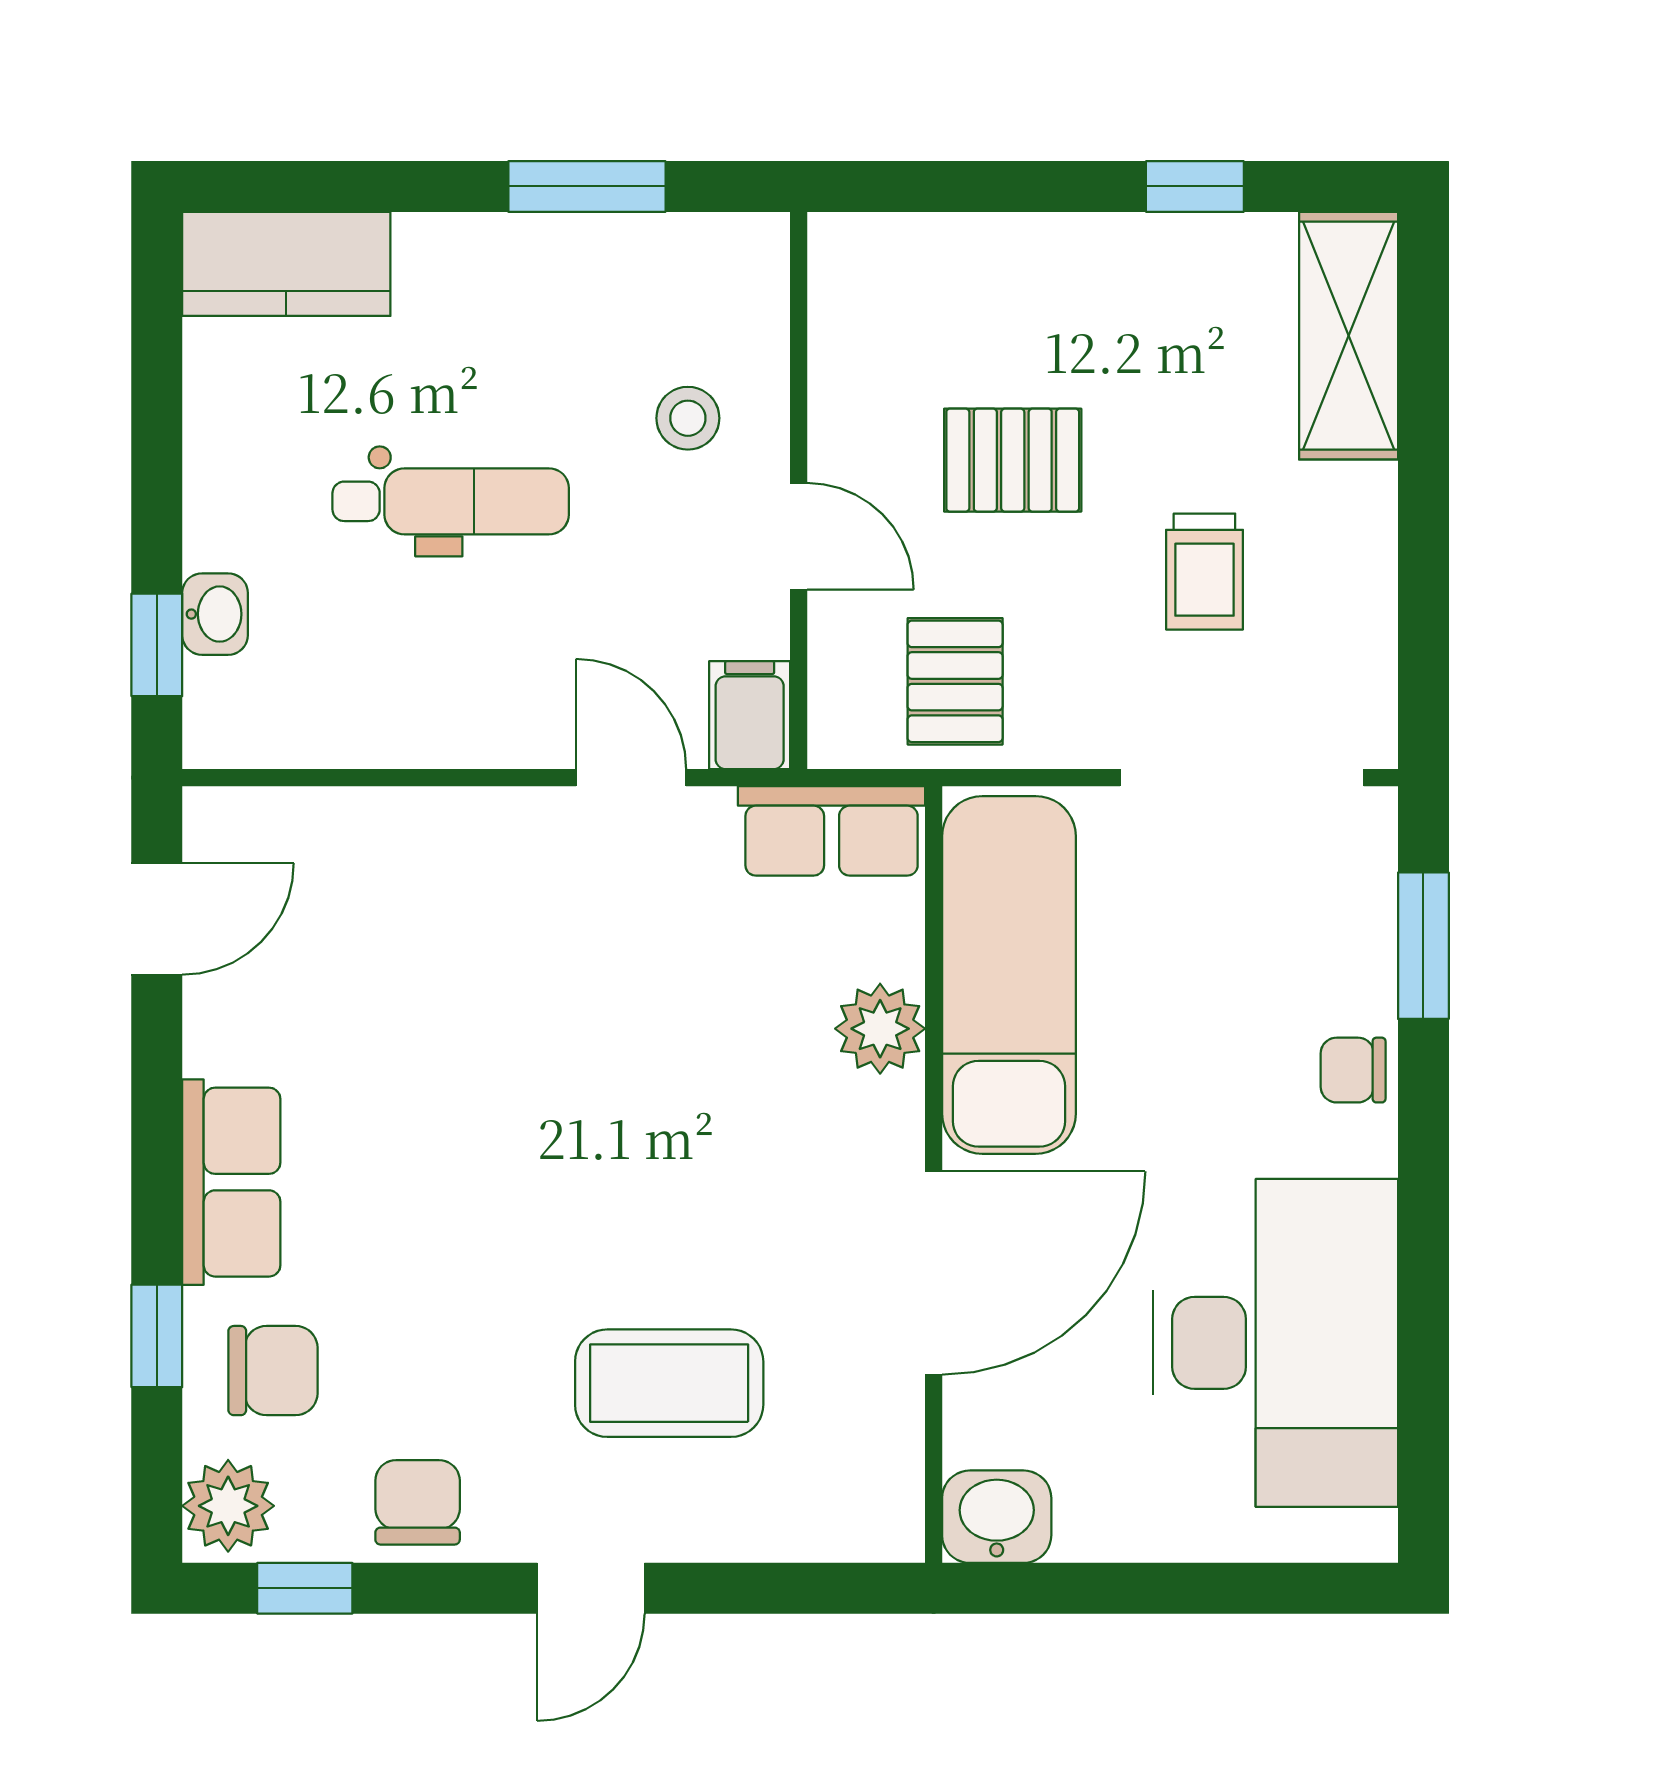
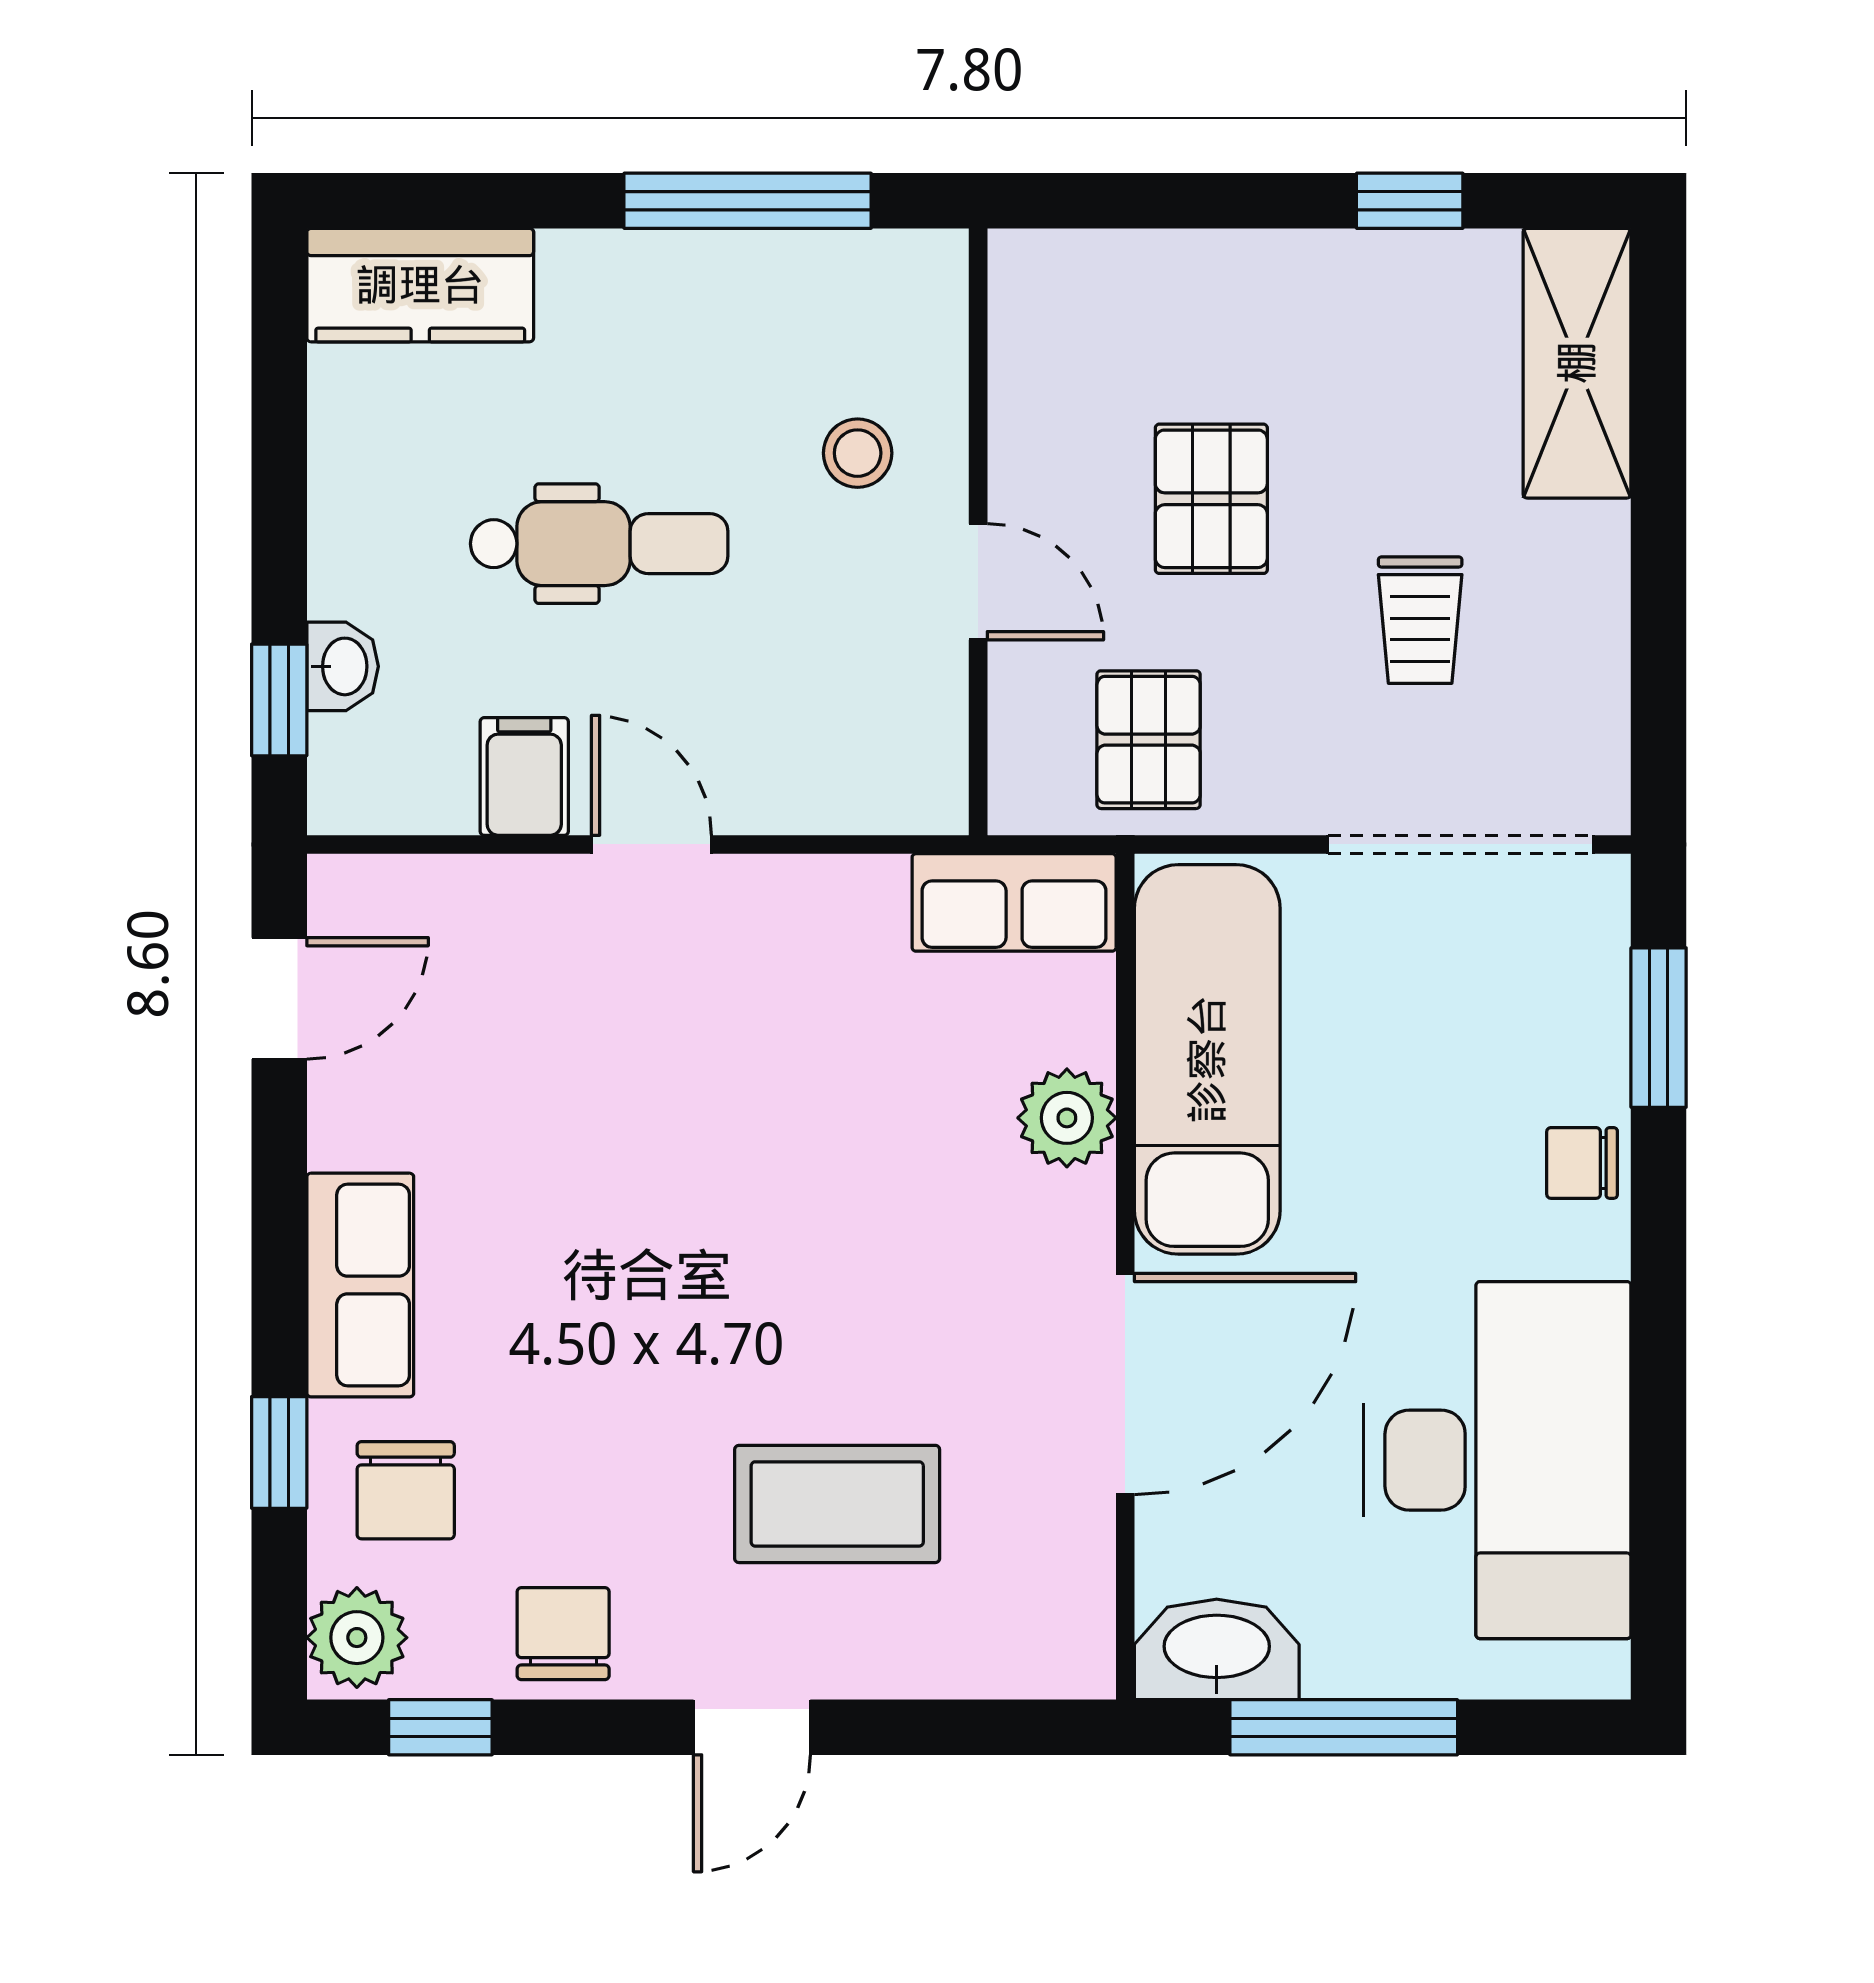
window: (587, 186) -> (748, 201), width x1.44
pallet: (1013, 460) -> (1211, 499), turned 90
filing cabinet: (750, 715) -> (524, 776), moved
door: (631, 778) -> (651, 844), moved
chair: (273, 1371) -> (406, 1490), turned 90
washbasin: (997, 1517) -> (1217, 1649), width x1.38
window: (1134, 1588) -> (1344, 1727), added

